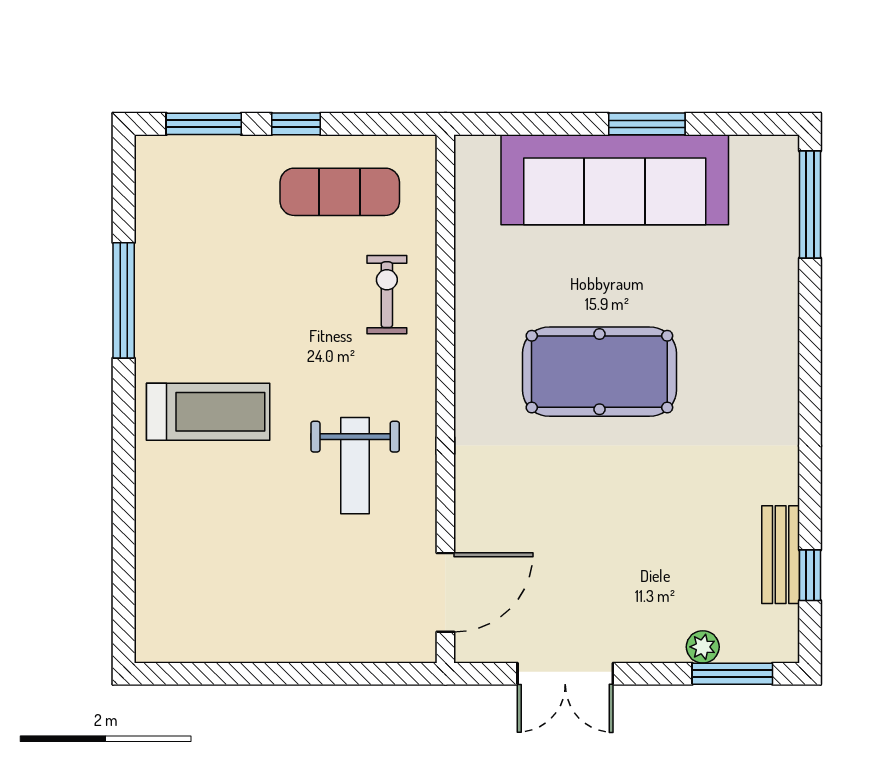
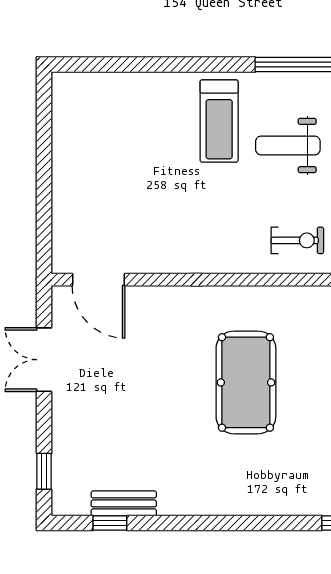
weight bench: (355, 466) -> (288, 145), moved
plant: (703, 647) -> (62, 451), removed
window: (732, 674) -> (44, 471), width x0.67

